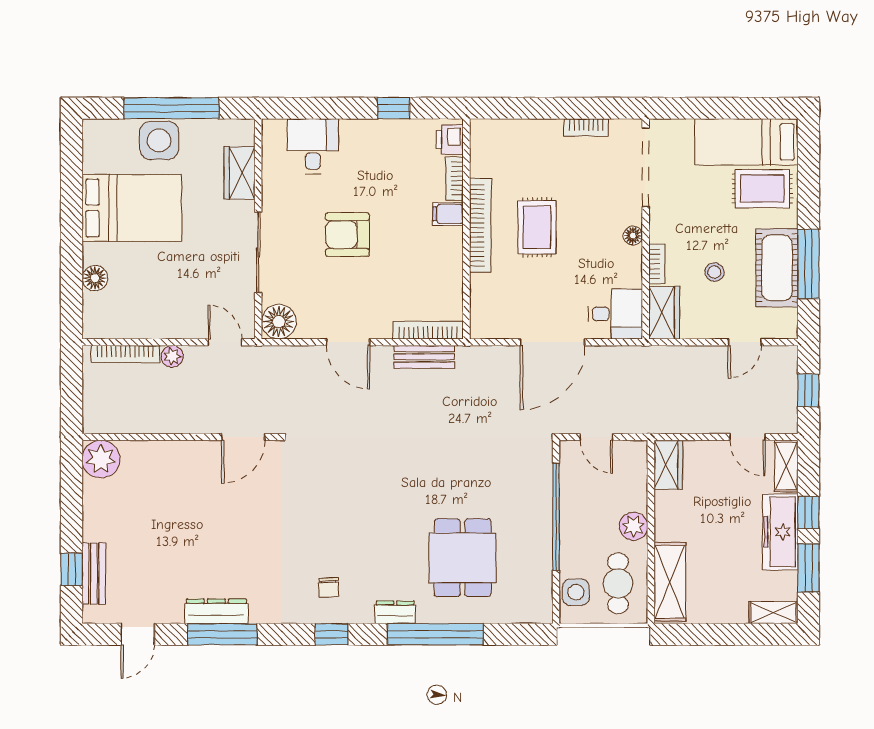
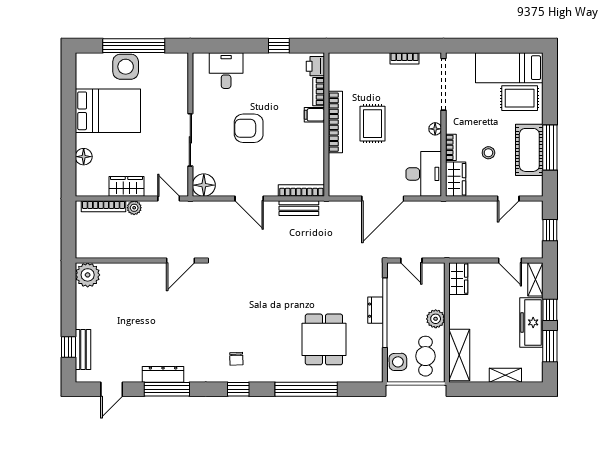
wardrobe: (240, 173) -> (127, 186), moved, turned 90
desk: (615, 314) -> (424, 174), width x1.37
dresser: (395, 612) -> (375, 310), moved, turned -90
shelving: (773, 613) -> (505, 375), moved

